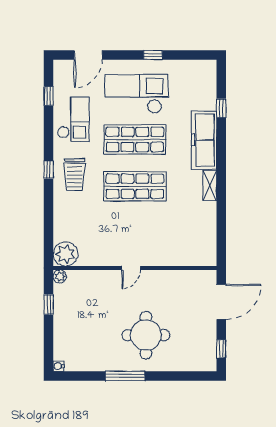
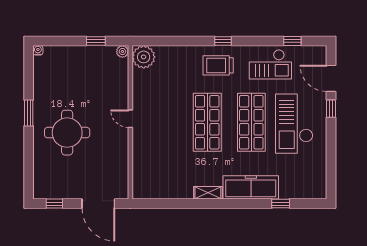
window: (153, 55) -> (331, 109), moved
checkout: (136, 94) -> (294, 124), turned 180
window: (125, 376) -> (29, 113), width x0.69

